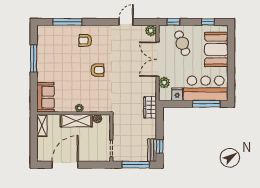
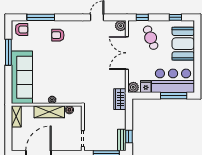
armchair: (97, 70) -> (22, 29), moved
plant: (164, 83) -> (133, 87), moved
sofa: (45, 97) -> (22, 77), width x1.85, depth x1.27

